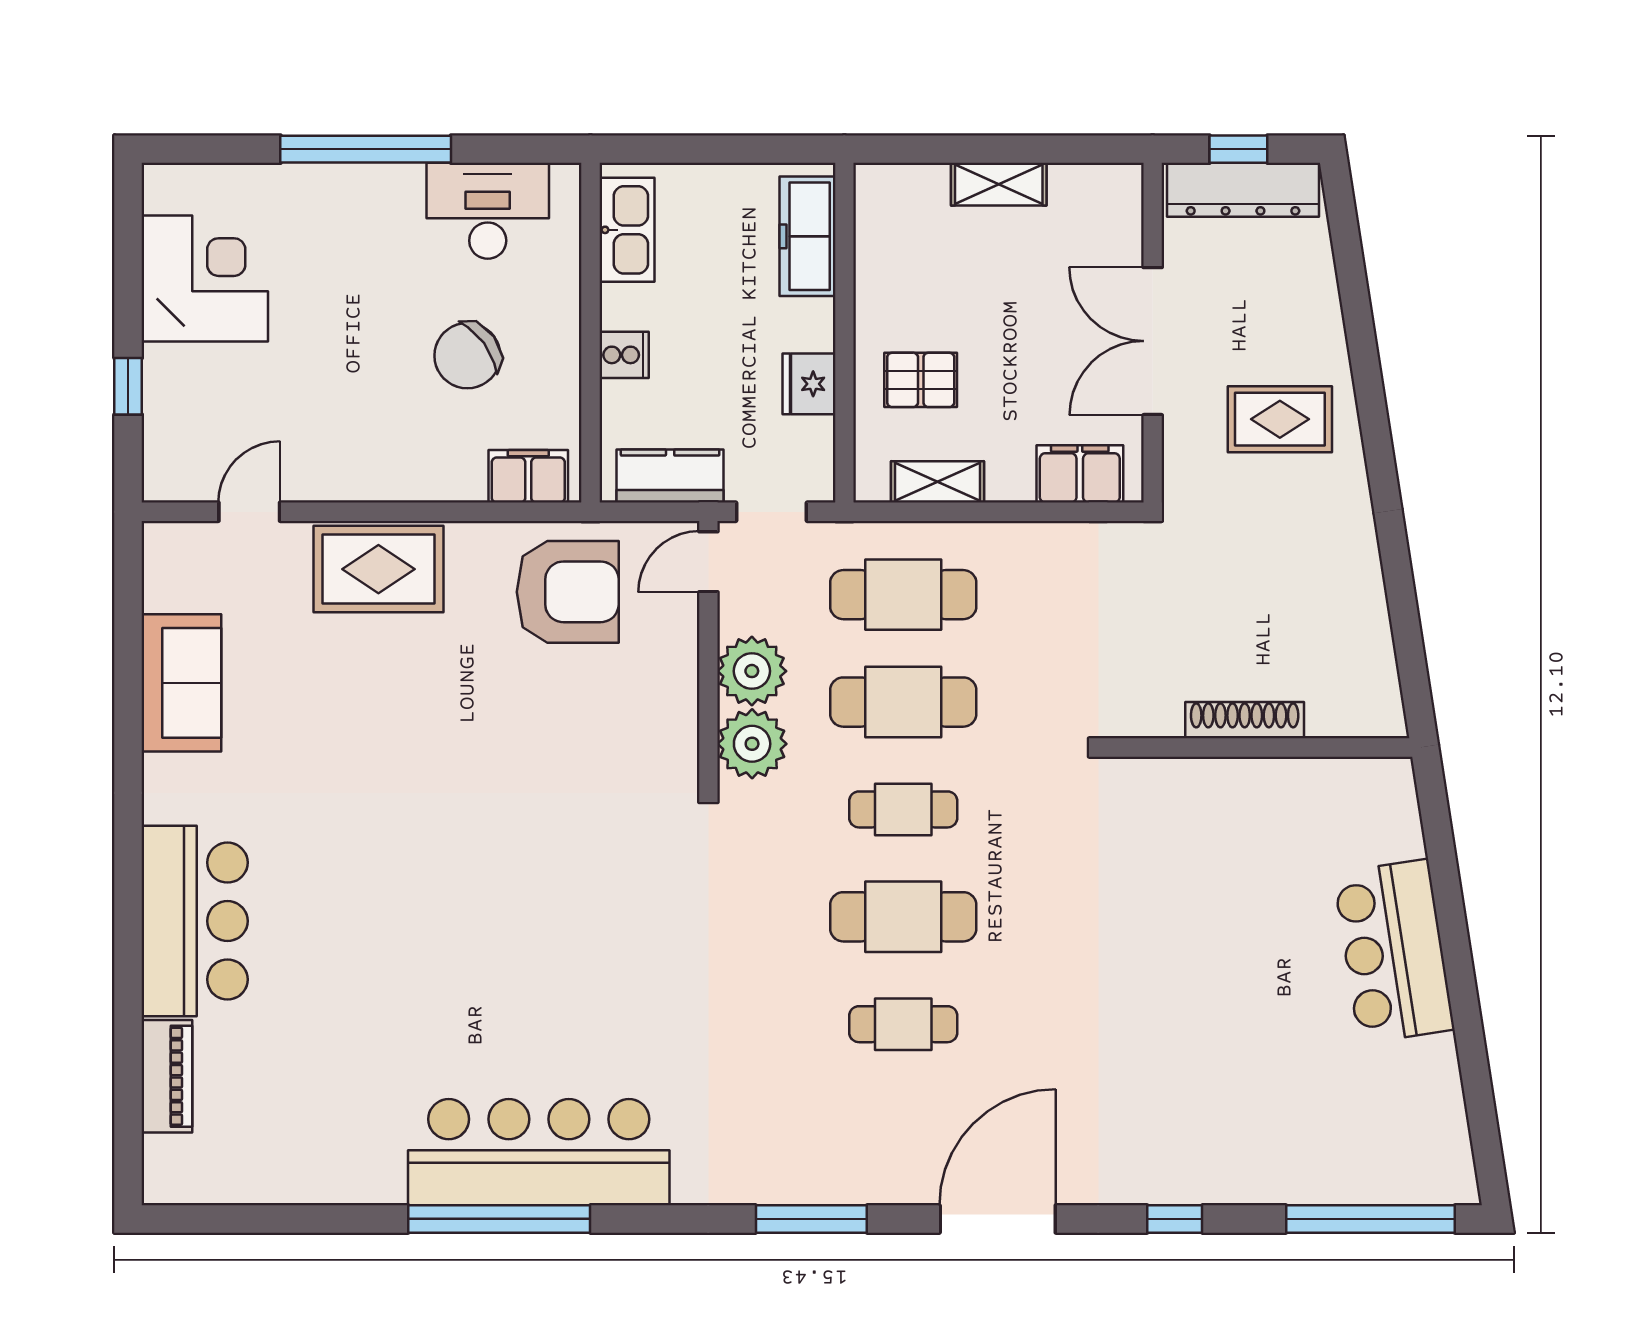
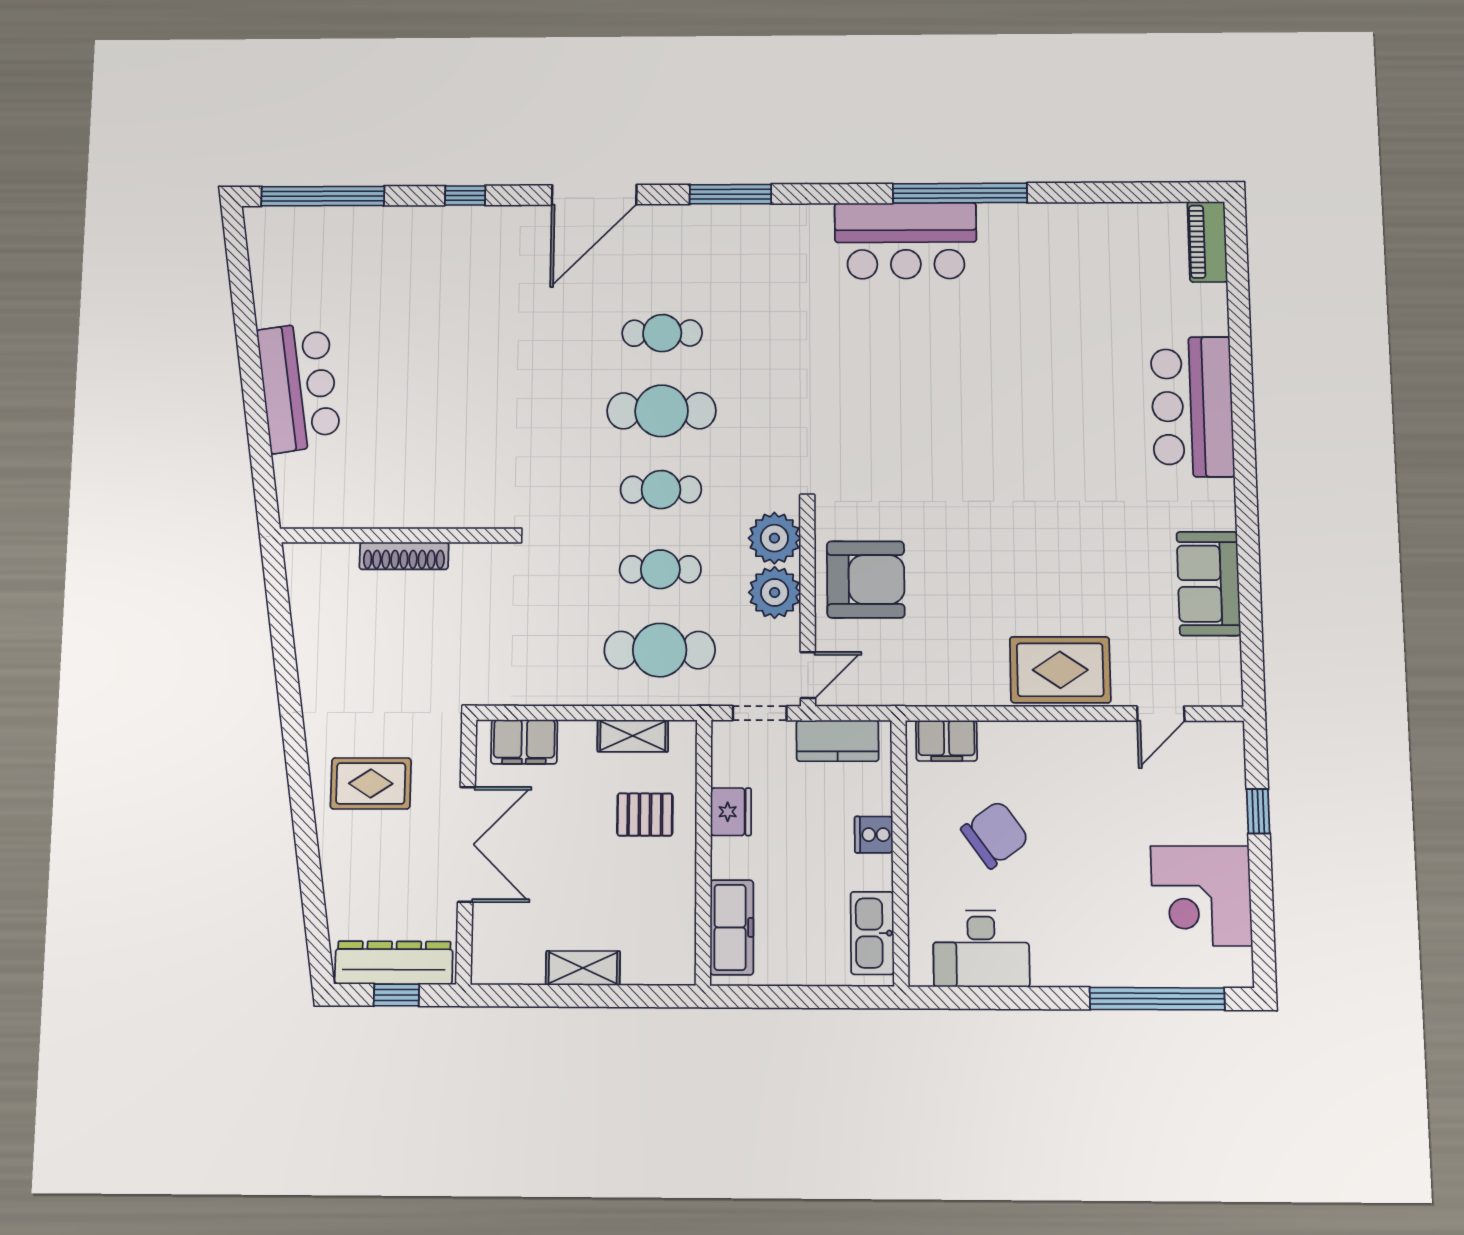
window: (366, 149) -> (1157, 999), moved
armchair: (568, 592) -> (866, 579), moved, turned 180
cafe table: (903, 702) -> (660, 569), width x0.73, depth x0.74
piano: (167, 1076) -> (1207, 242), moved
bar counter: (539, 1152) -> (906, 241), width x0.73

